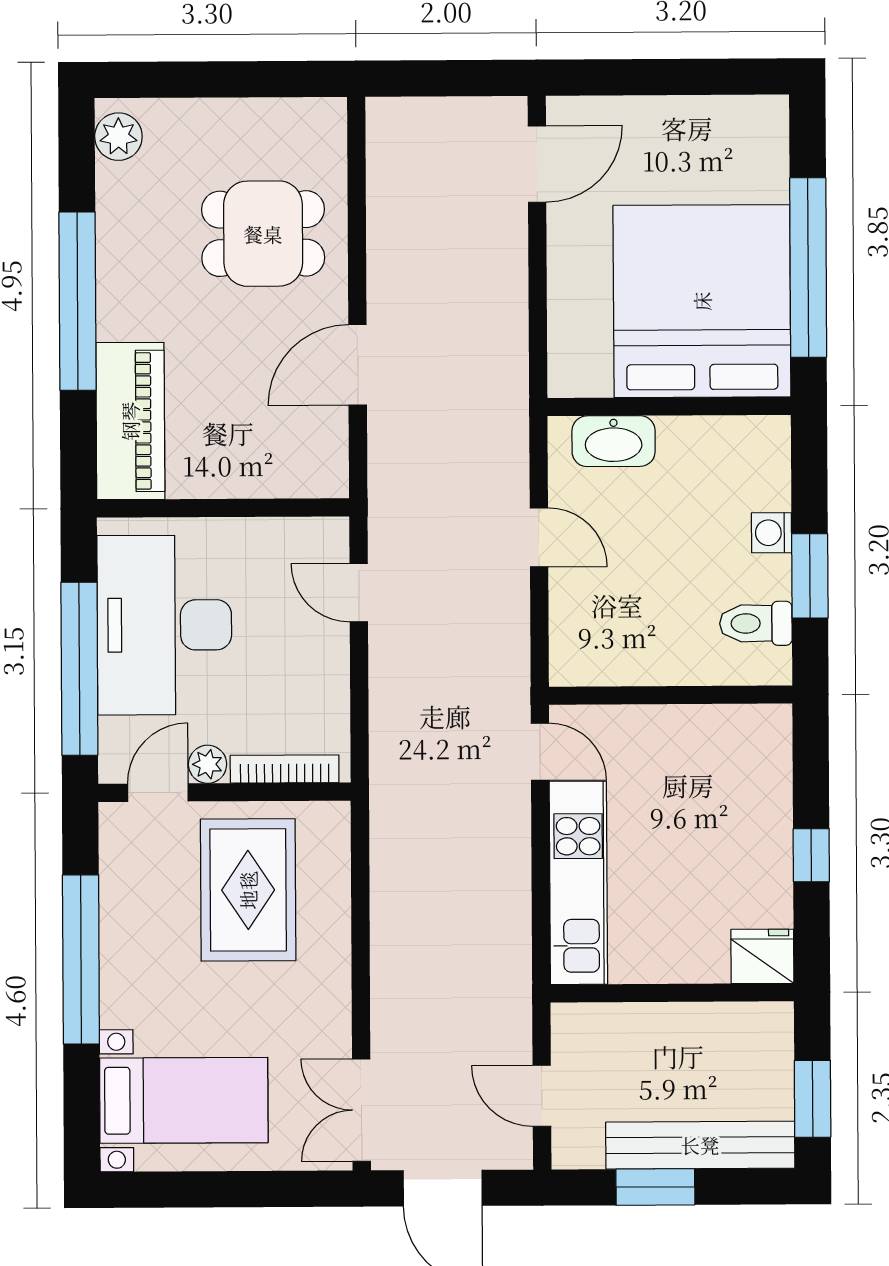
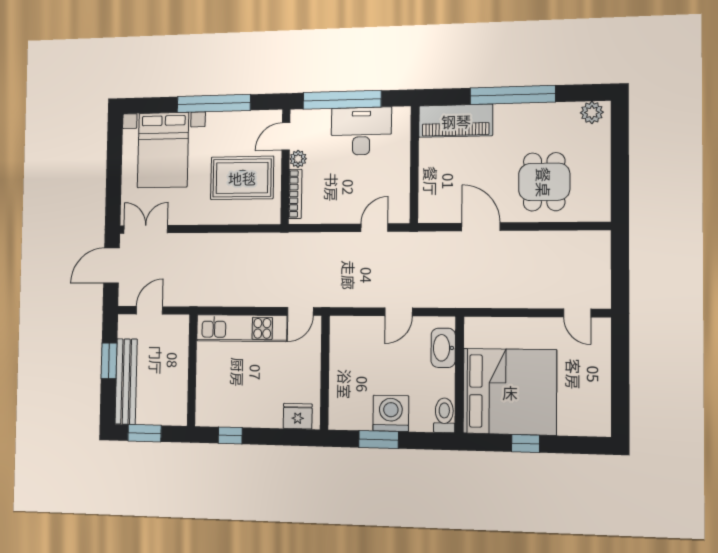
door: (537, 164) -> (577, 313), width x0.73
window: (808, 268) -> (526, 444), width x0.32
washing machine: (772, 533) -> (391, 413), width x1.89, depth x1.89
toilet: (756, 623) -> (444, 415), moved
desk: (164, 625) -> (361, 131), width x0.73, depth x0.77
door: (158, 793) -> (286, 136), swing flipped
window: (811, 855) -> (230, 435), moved
fridge: (762, 956) -> (298, 416), moved, turned -90
bed with nightstands: (184, 1100) -> (163, 150), width x1.36

